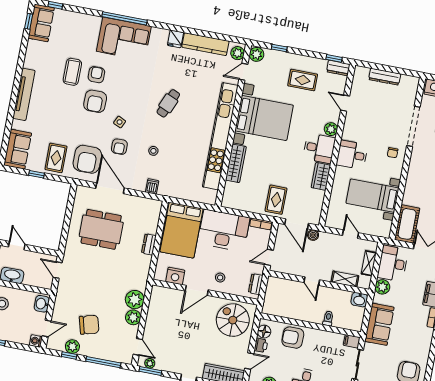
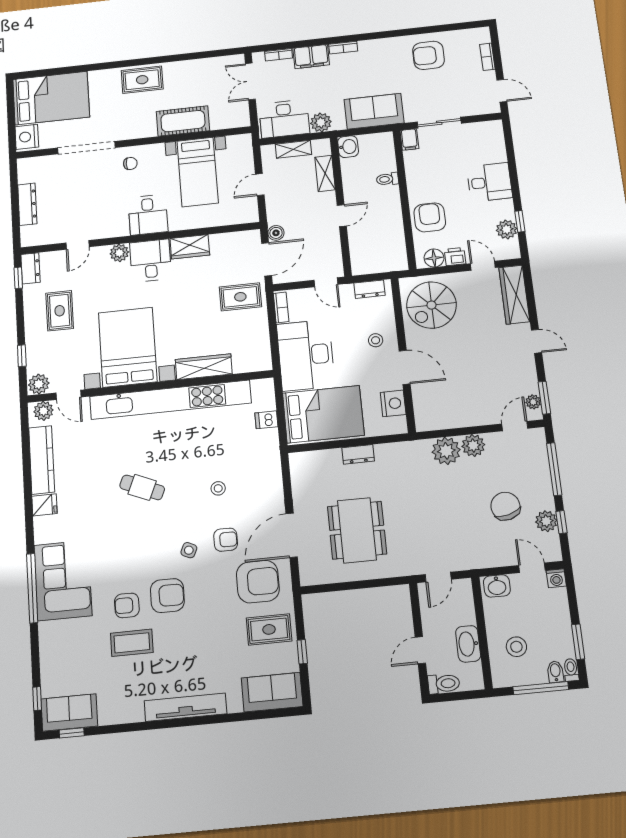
dishwasher: (152, 186) -> (266, 420), moved
cot: (407, 224) -> (183, 121), moved
armchair: (293, 338) -> (430, 217), turned 180

